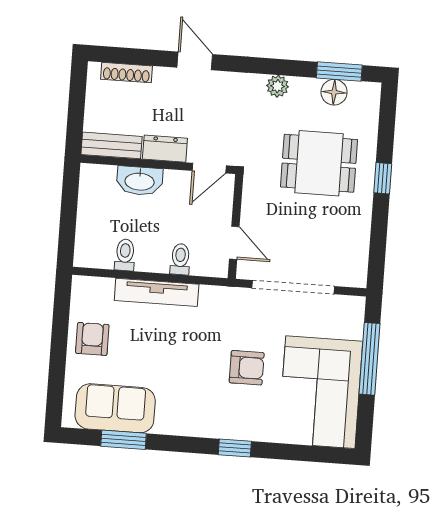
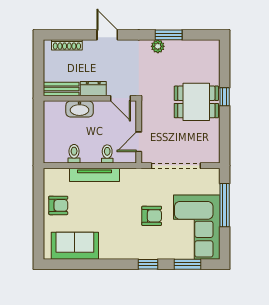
window: (339, 71) -> (169, 35), moved
floor lamp: (334, 92) -> (192, 47), removed
dining table: (319, 163) -> (196, 102), moved
door: (209, 168) -> (120, 98), hinge flipped
door: (234, 243) -> (139, 142), swing flipped
armchair: (92, 339) -> (58, 205), turned 90
window: (123, 440) -> (187, 264), moved

